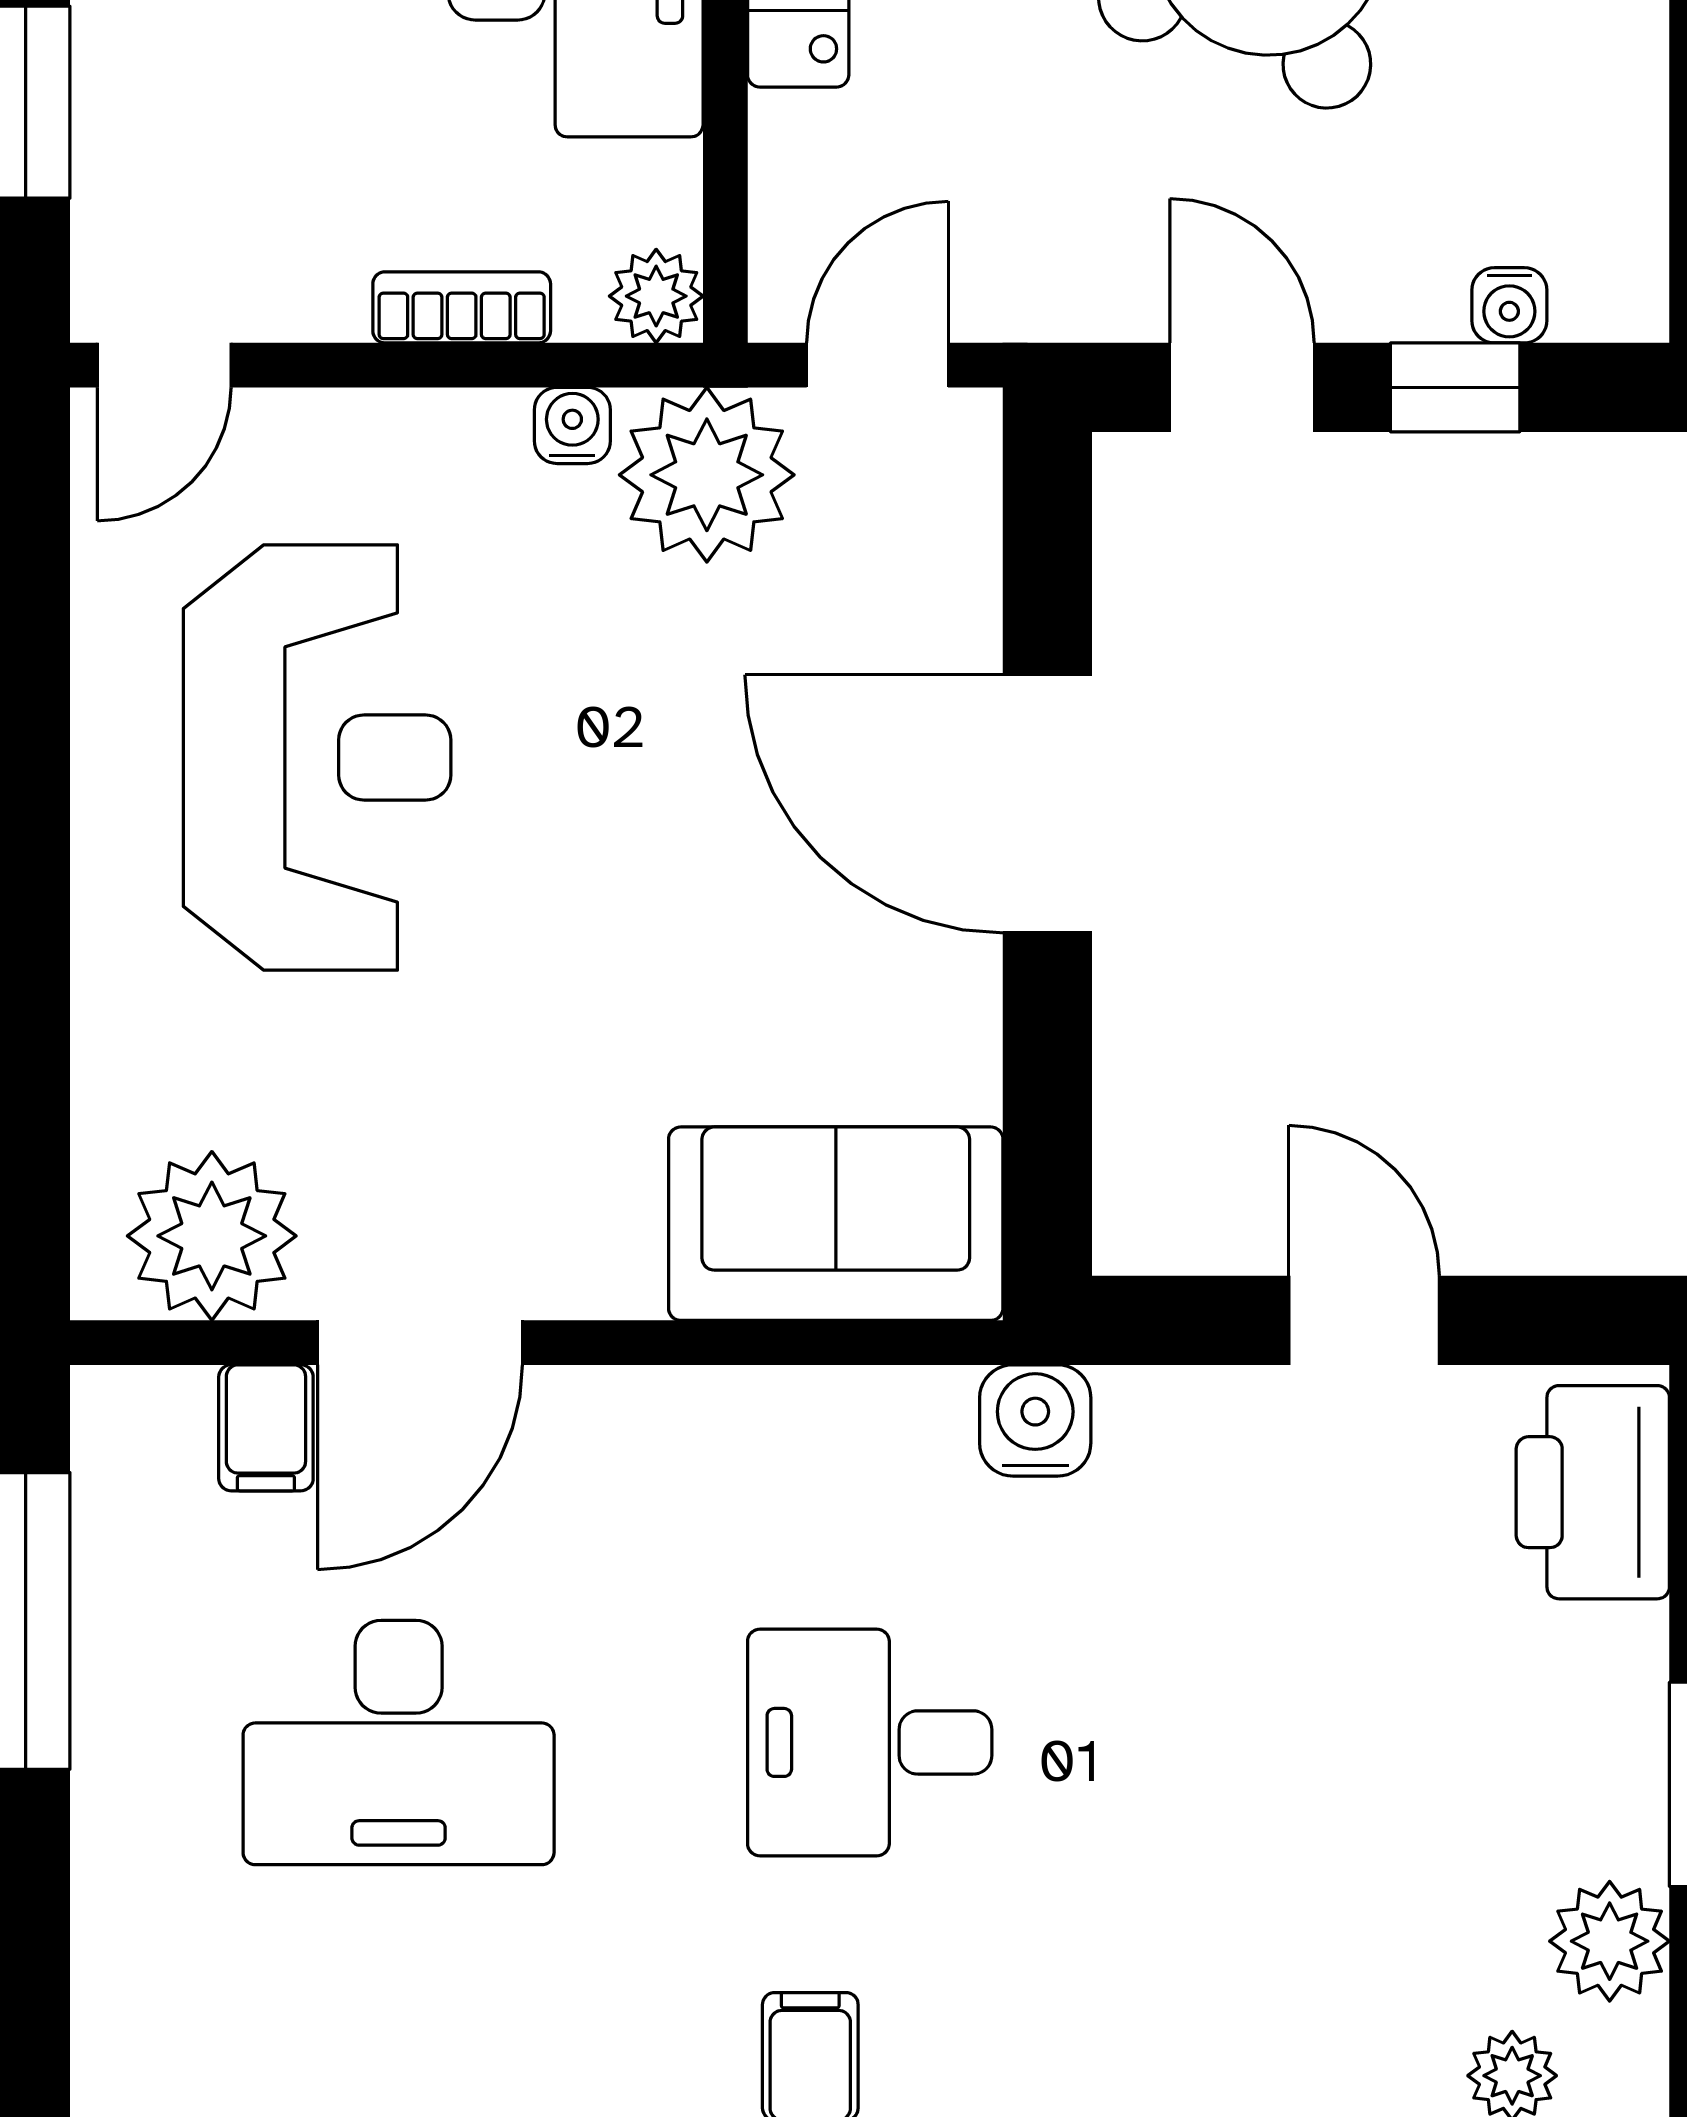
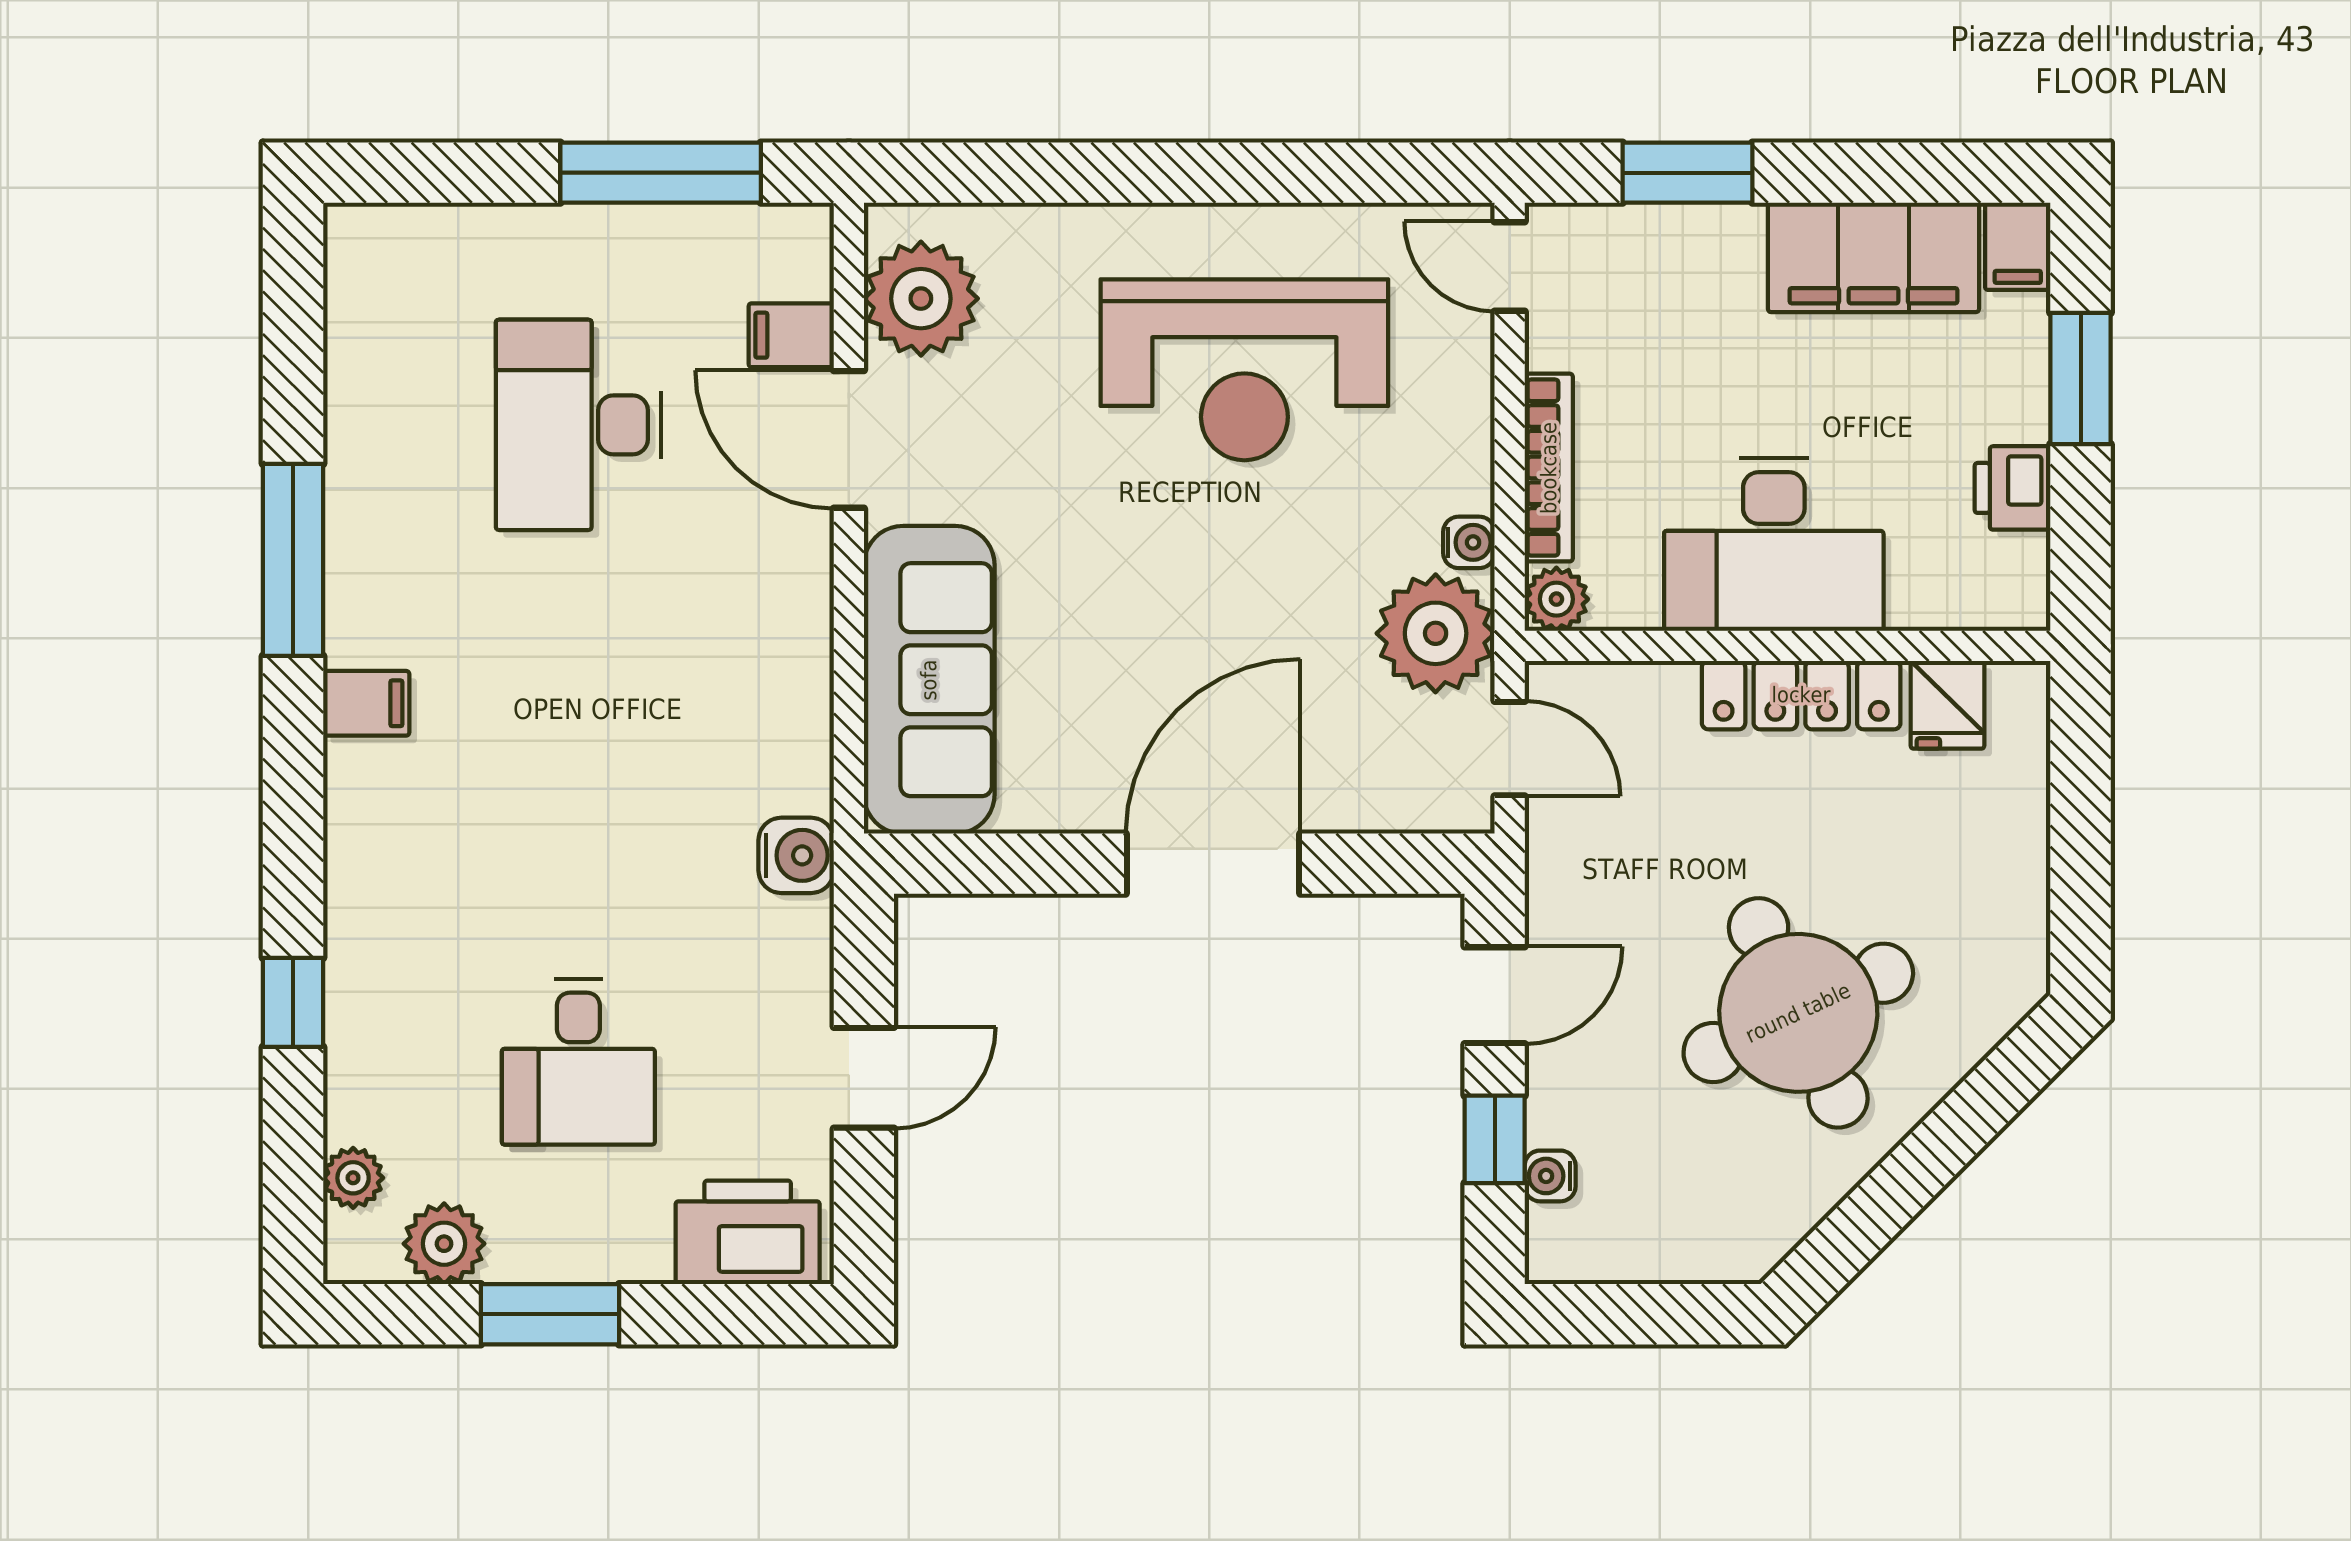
bookcase: (462, 307) -> (1549, 468), width x1.56
sofa: (836, 1224) -> (929, 680), width x1.36
desk: (870, 1742) -> (578, 1062), moved, turned 180

